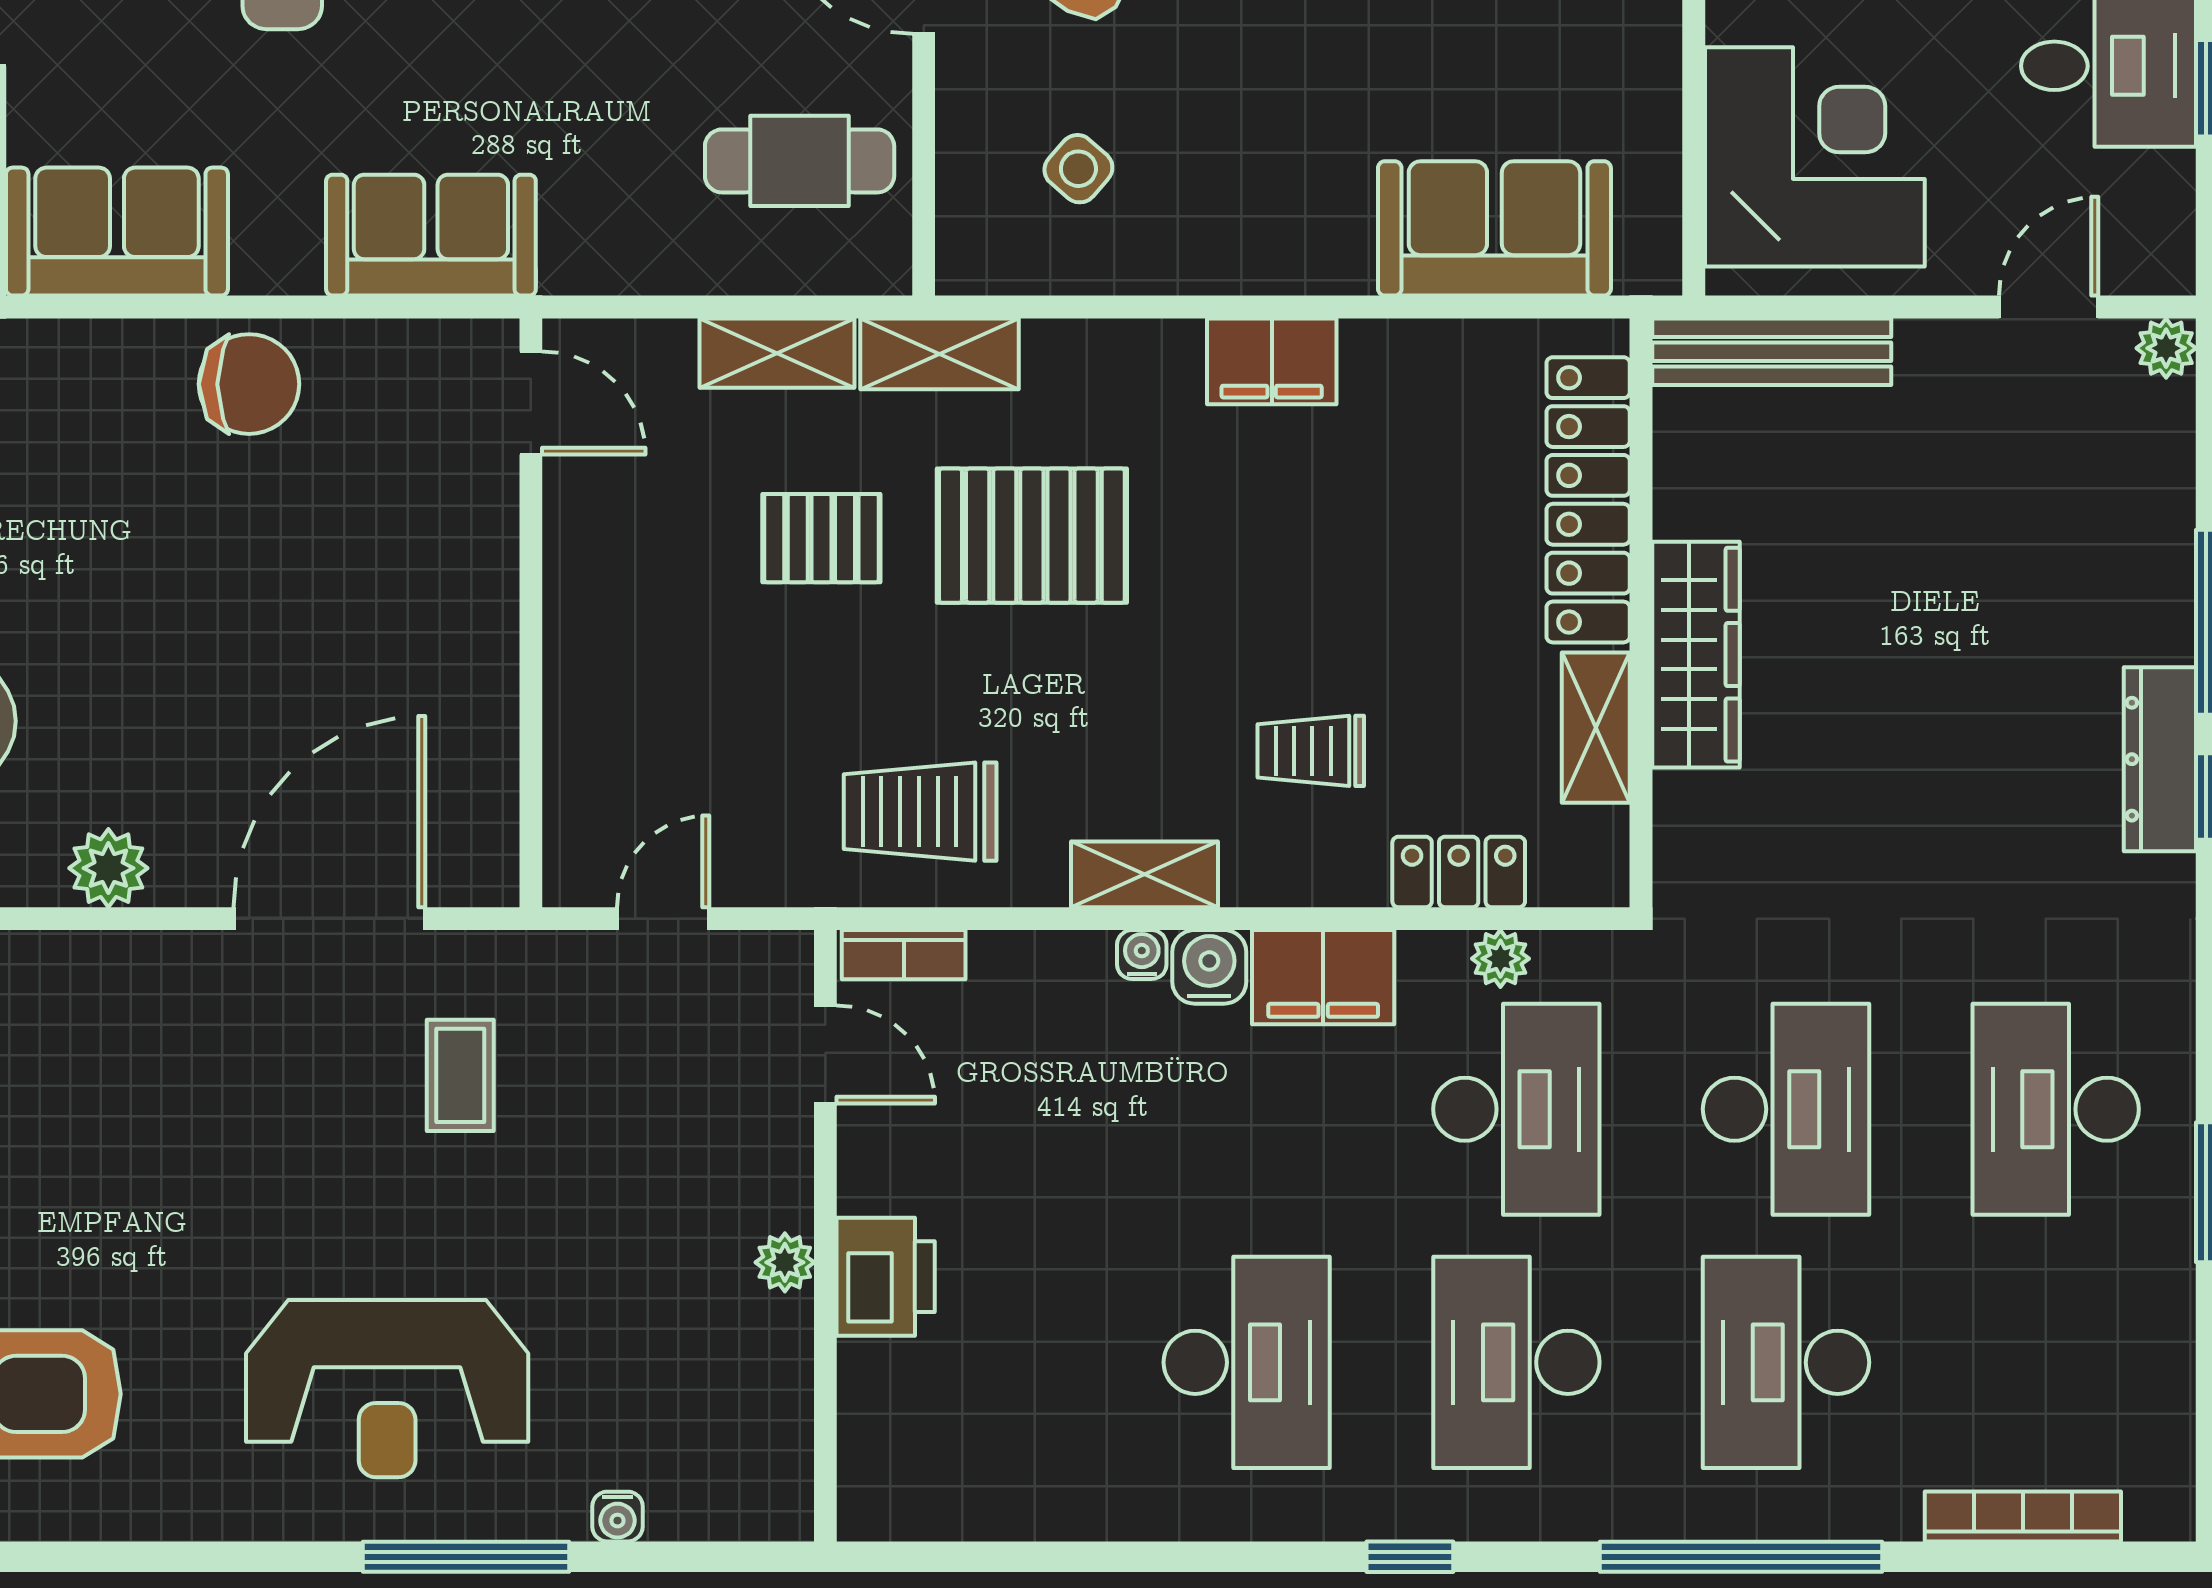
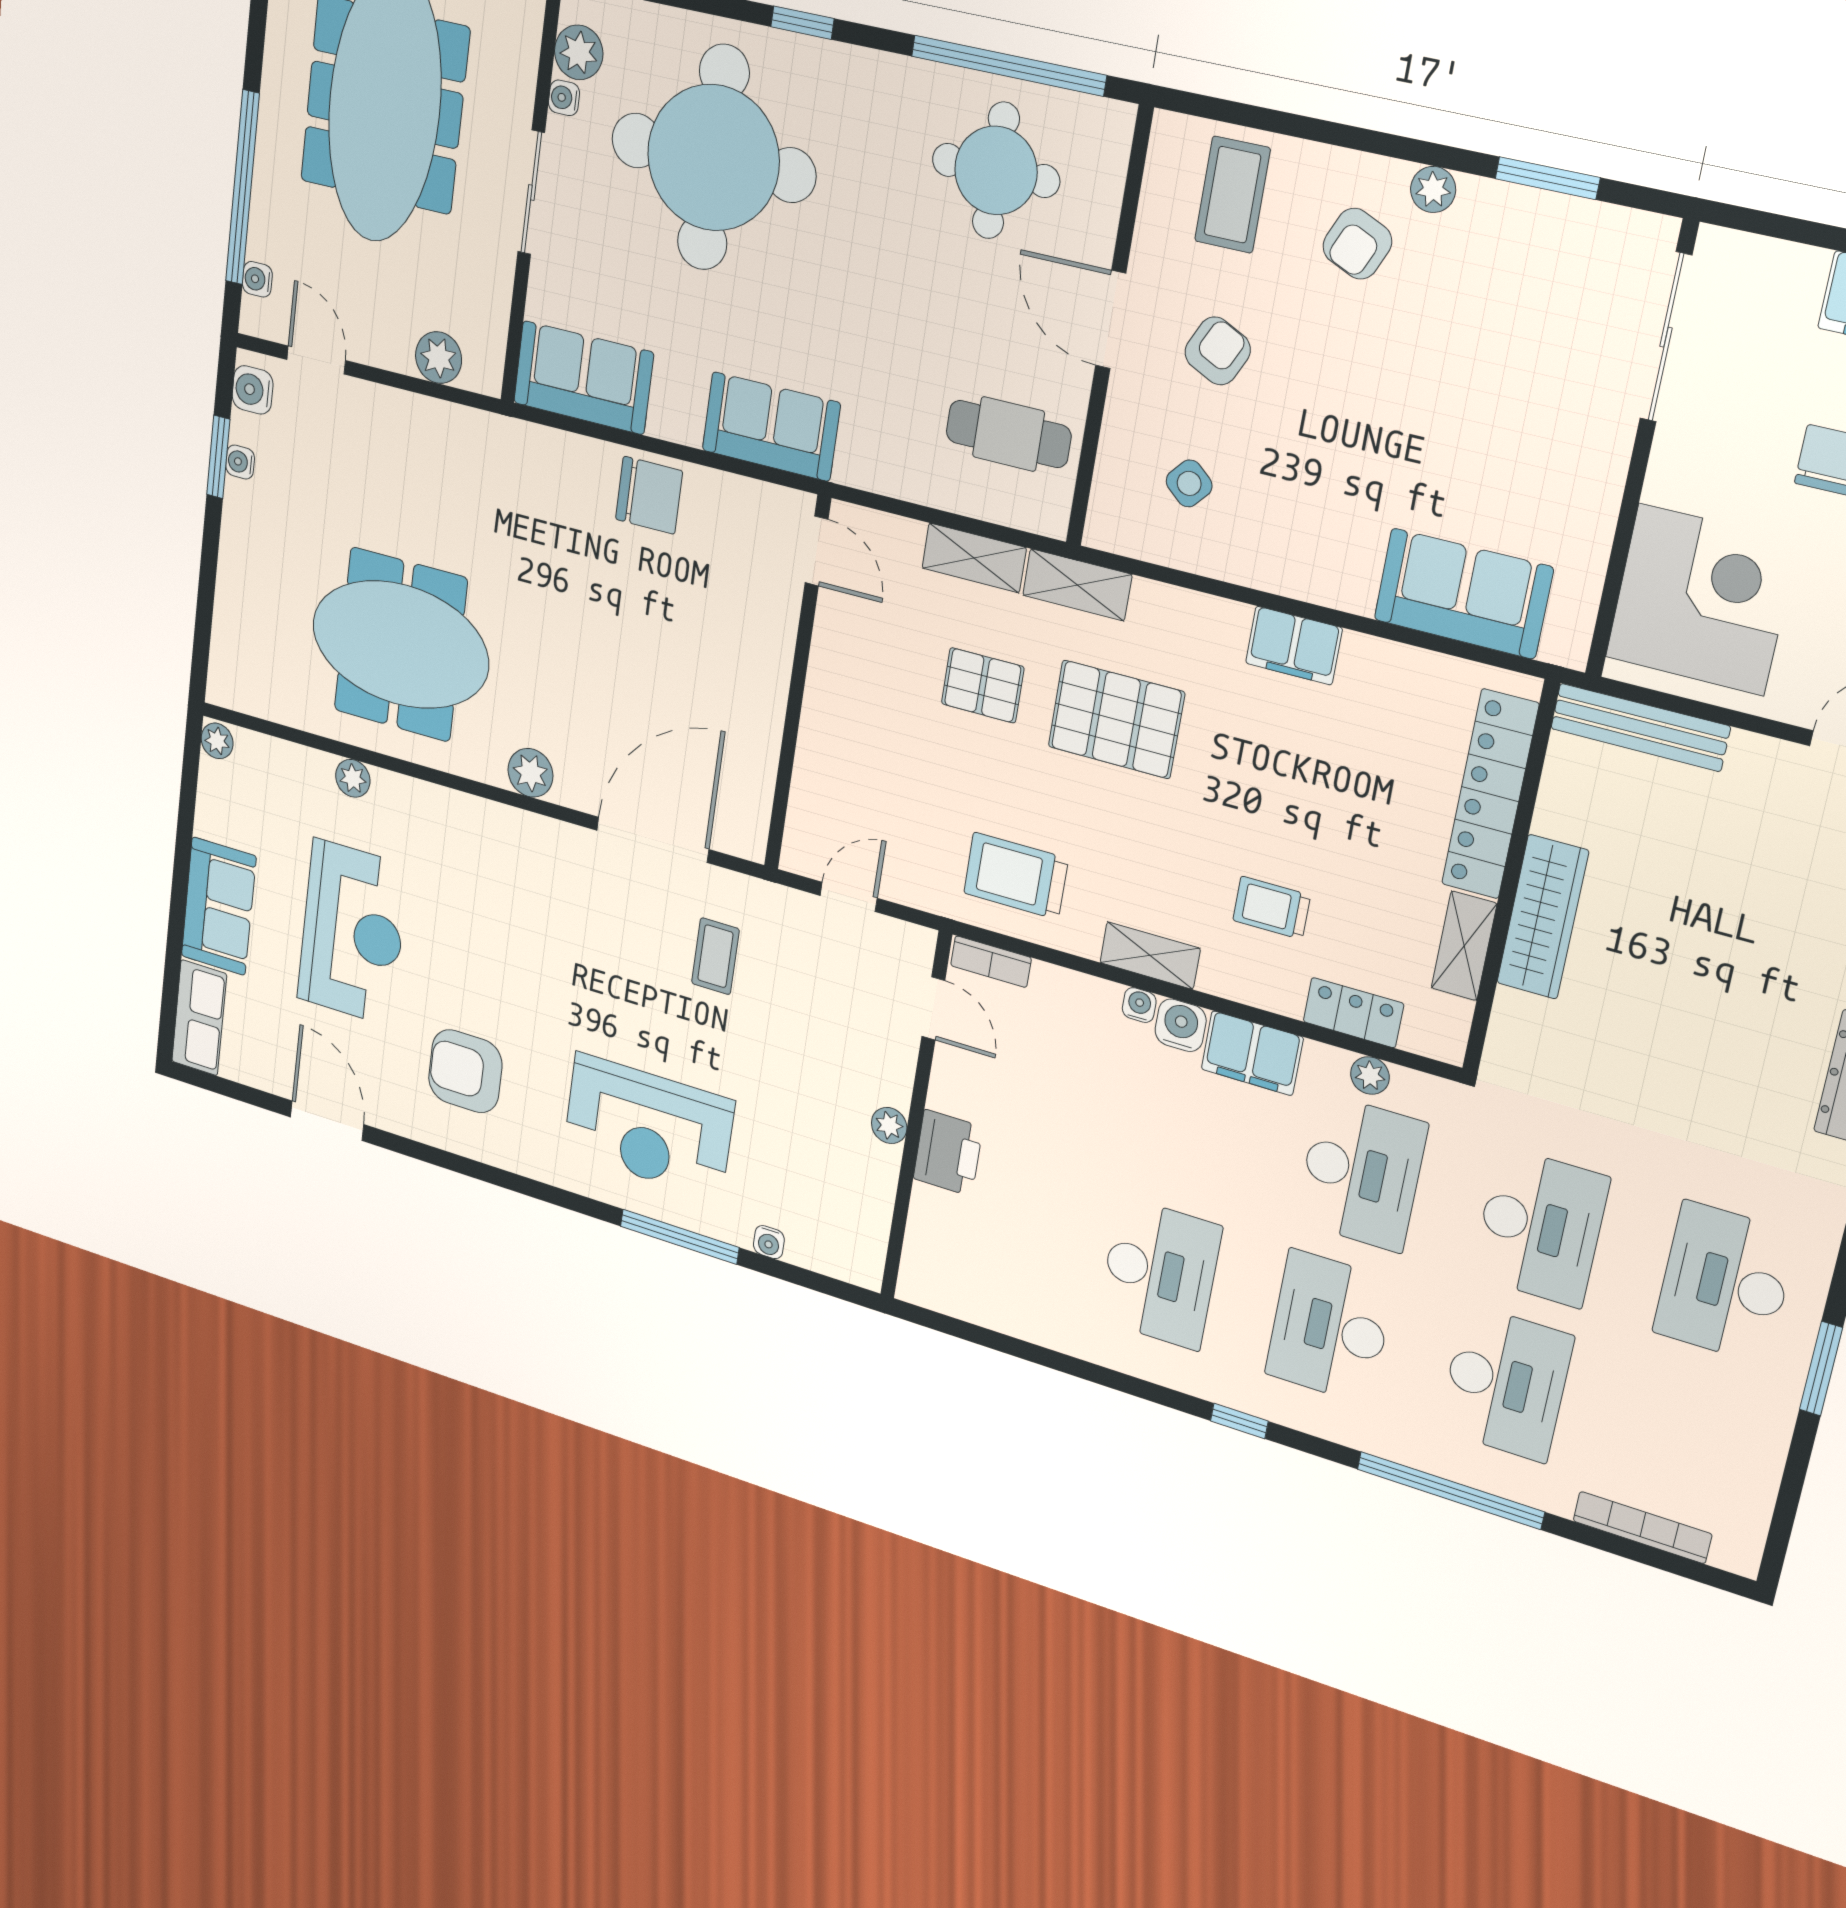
desk: (1786, 1362) -> (1505, 1383), turned 180

